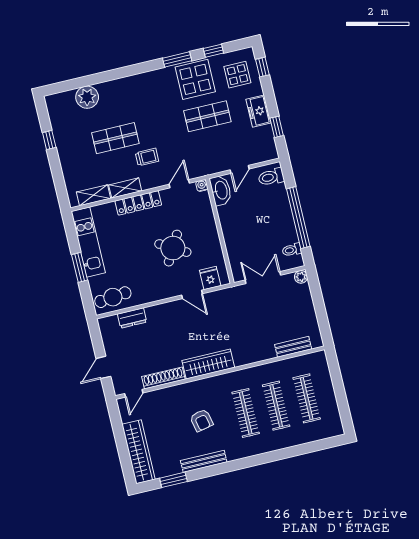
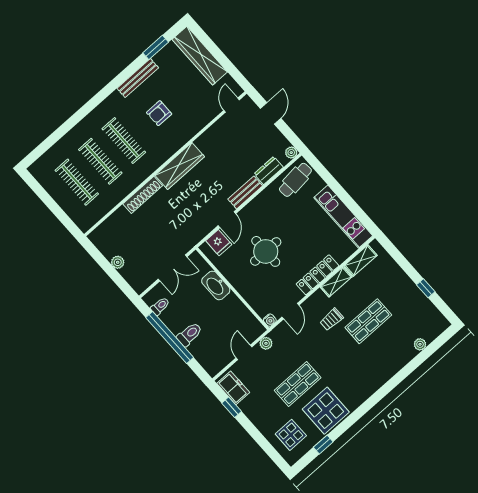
window: (177, 59) -> (351, 420), removed
window: (262, 67) -> (272, 453), removed
plant: (87, 97) -> (420, 344), width x0.53, depth x0.53
freezer: (258, 111) -> (233, 388), moved
plant: (216, 167) -> (266, 343), added
toilet: (271, 177) -> (189, 334), moved
washbasin: (221, 190) -> (216, 285), moved
round table: (173, 248) -> (266, 251), turned -30
window: (80, 267) -> (339, 190), removed
plant: (301, 277) -> (118, 262), moved
door: (192, 294) -> (227, 220), swing flipped
plant: (104, 323) -> (291, 153), added
bench: (293, 347) -> (245, 192), moved
shoe rack: (163, 378) -> (143, 195), moved
armchair: (202, 420) -> (159, 113), turned -78

